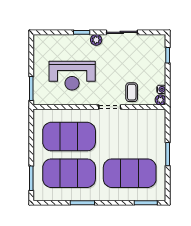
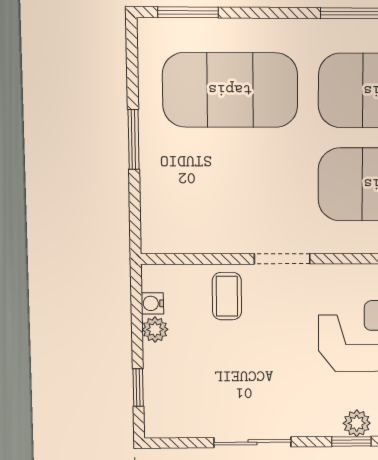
plant: (96, 40) -> (357, 423), moved
plant: (160, 100) -> (155, 330), moved

